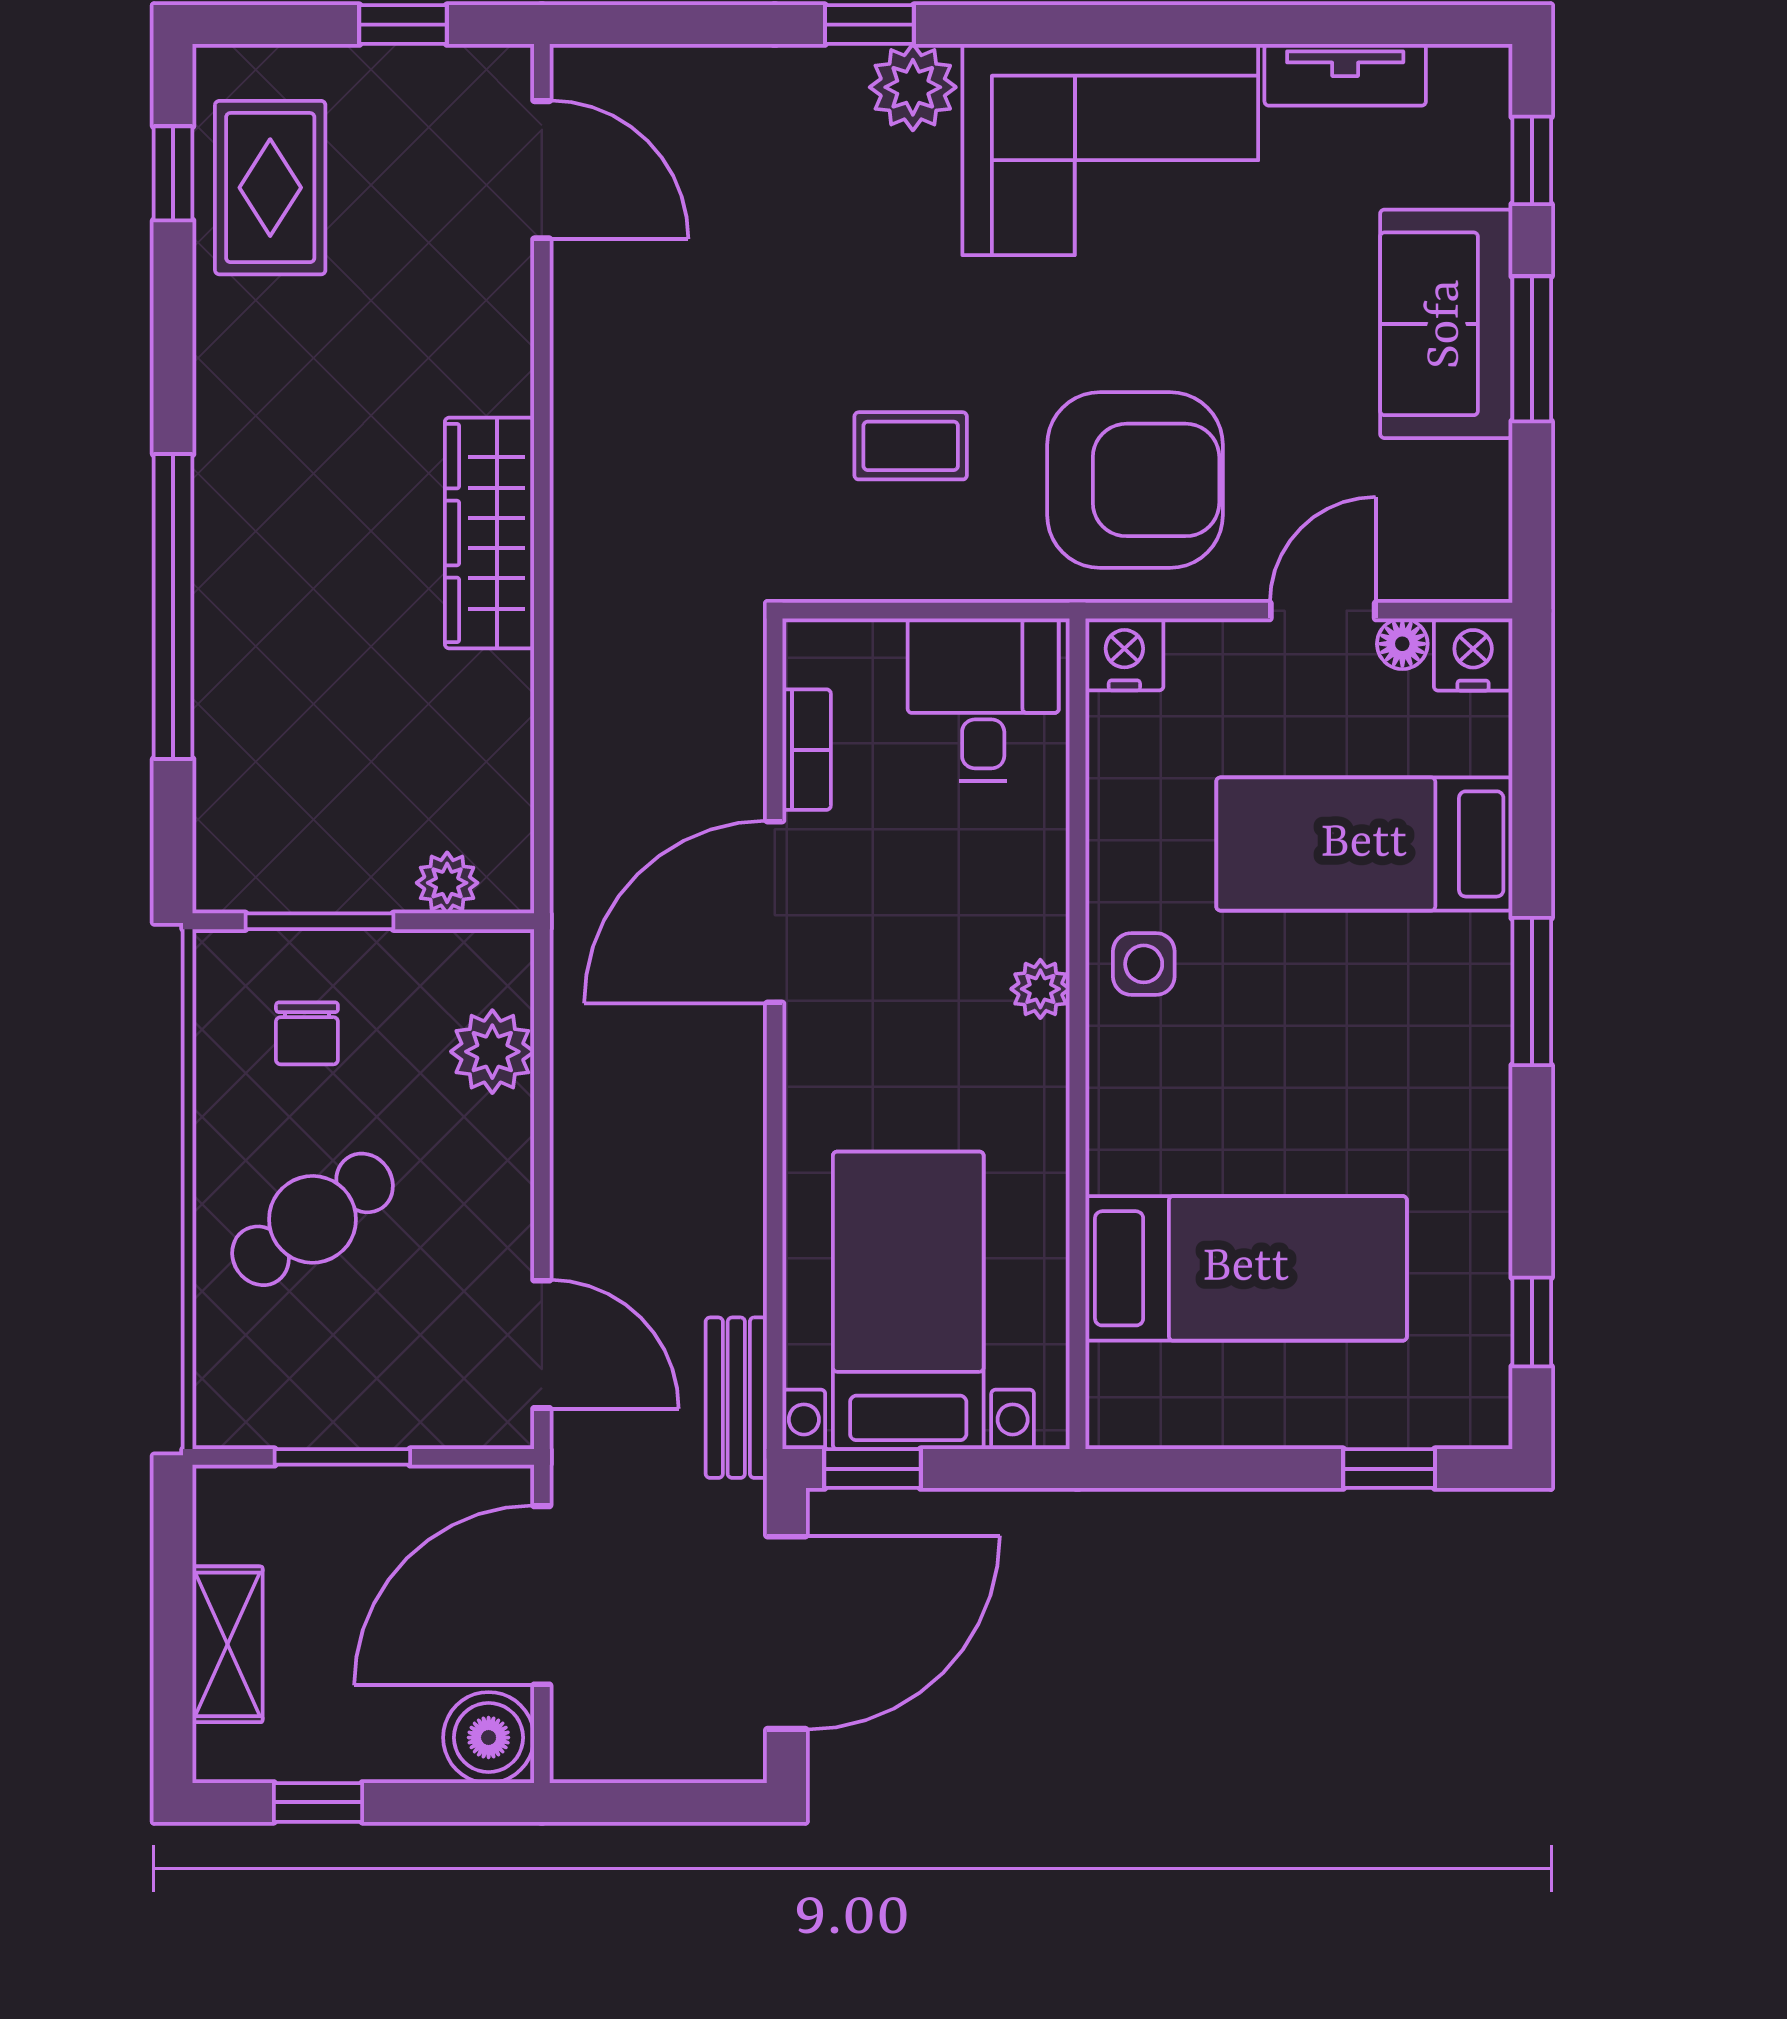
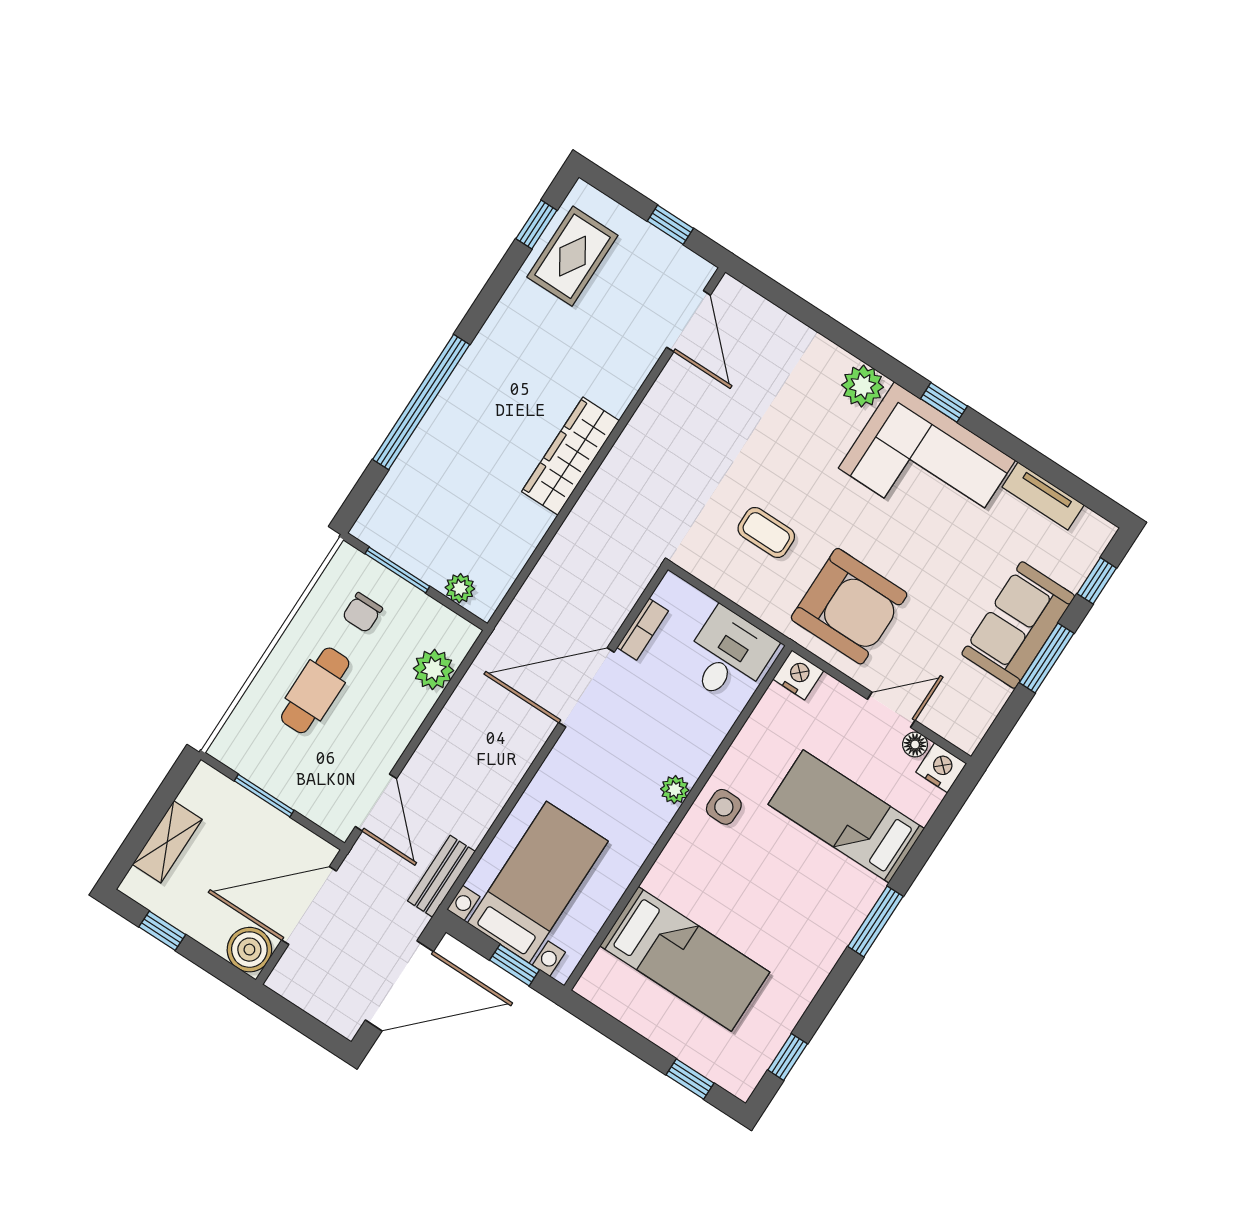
window: (869, 25) -> (944, 402), moved
cafe table: (313, 1219) -> (315, 690), turned -55
window: (872, 1469) -> (515, 965), moved

